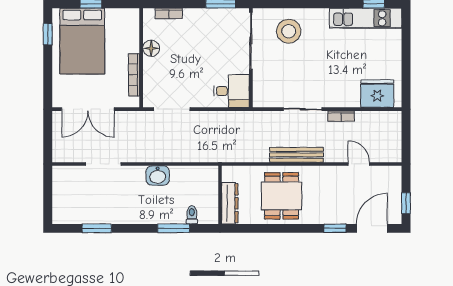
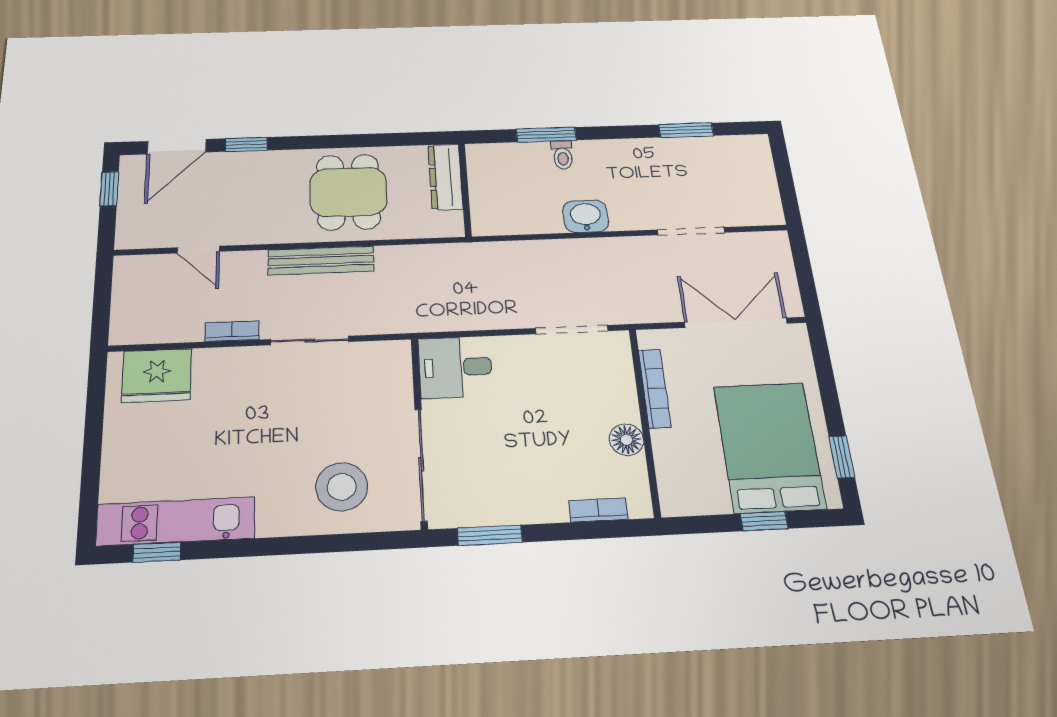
toilet: (192, 215) -> (563, 155), moved

